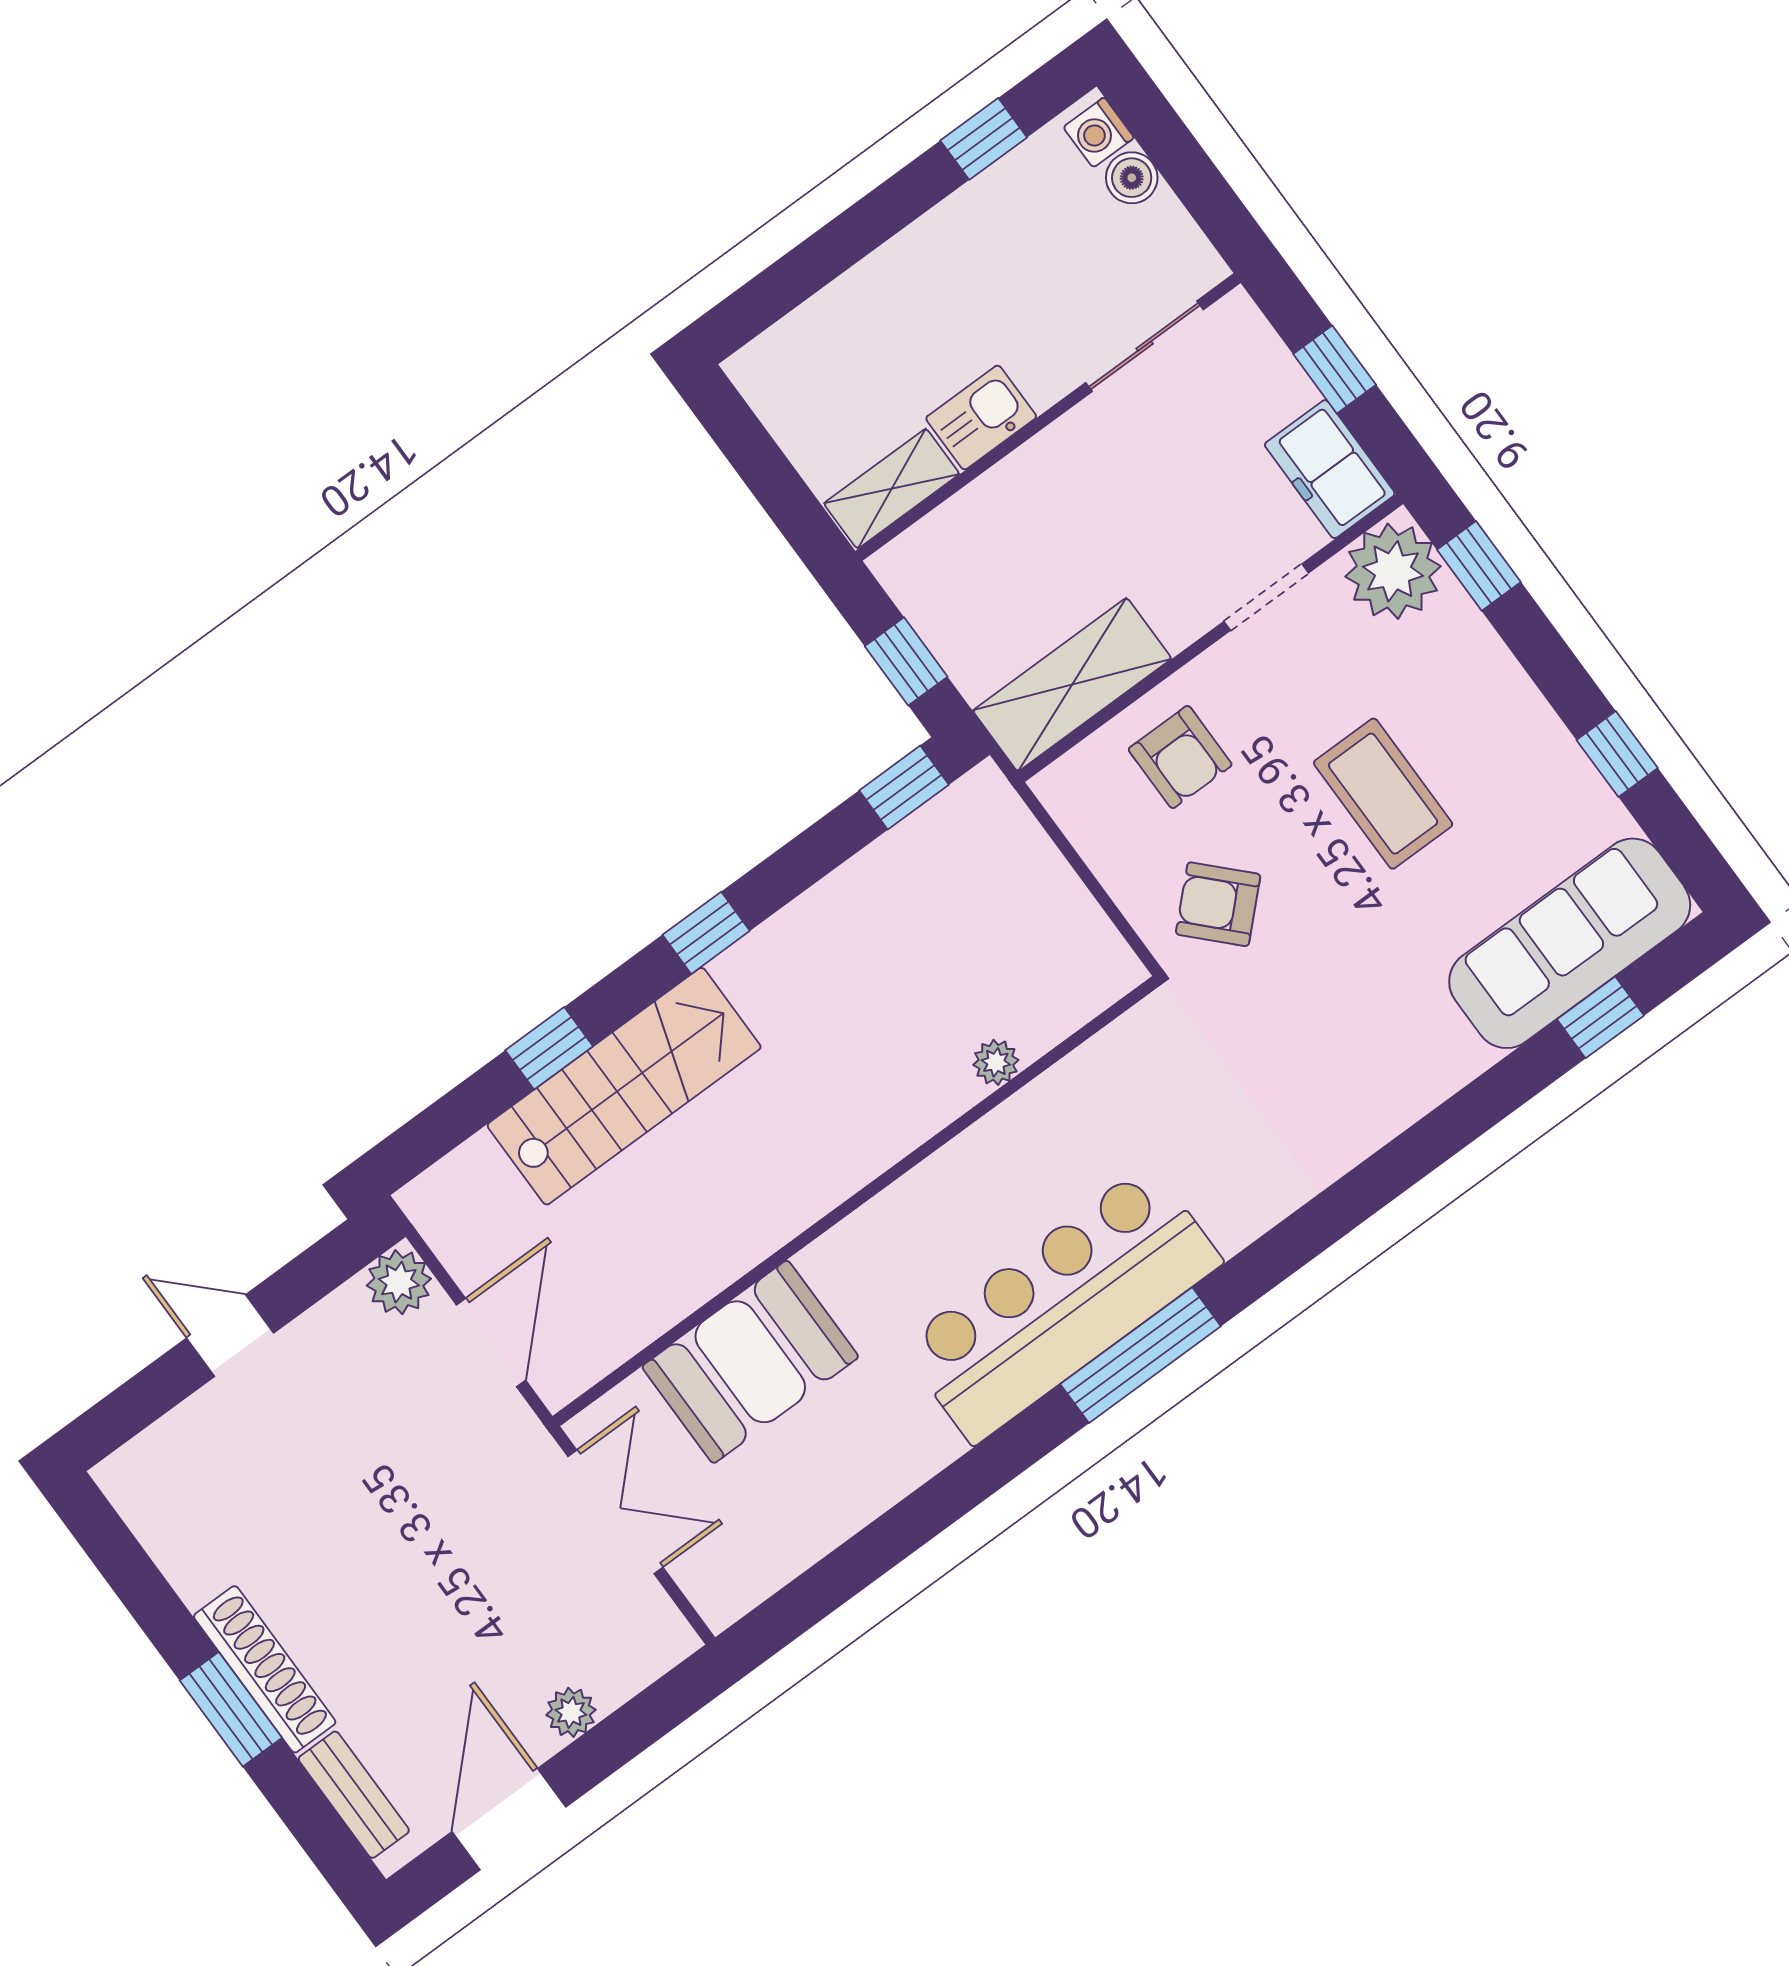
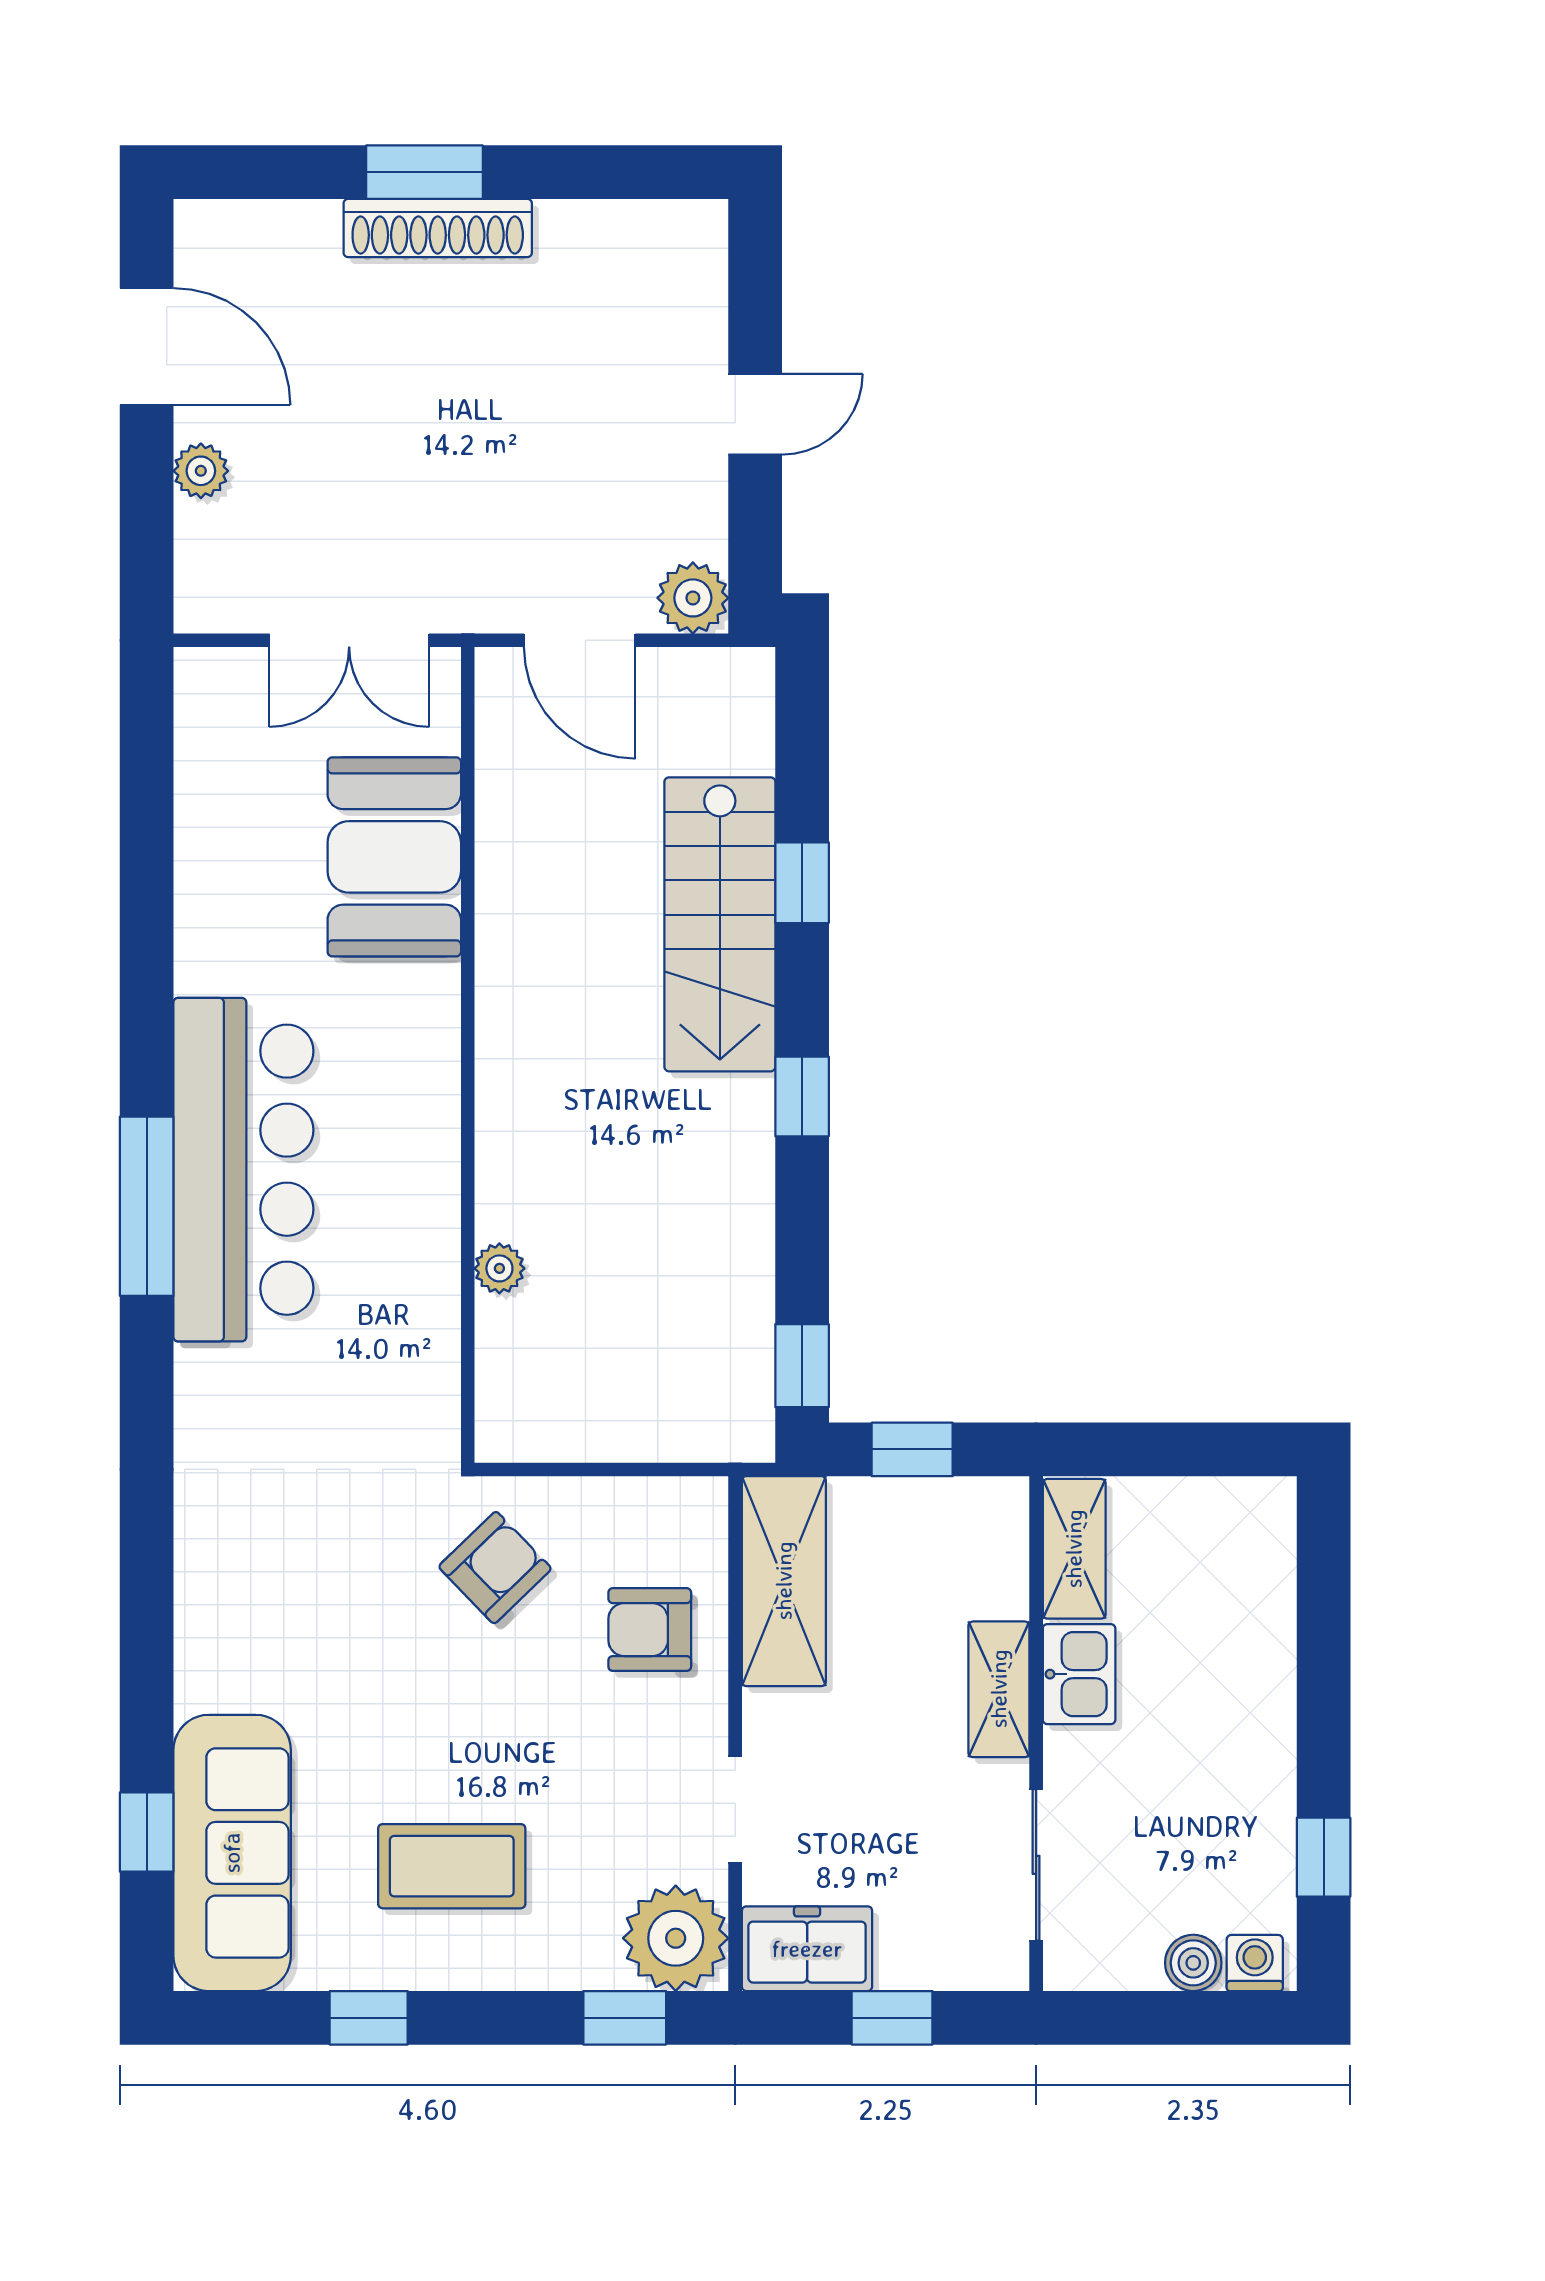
shelving: (1036, 468) -> (999, 1689), added
coffee table: (1383, 794) -> (452, 1866), moved
bench: (354, 1795) -> (269, 225), removed

